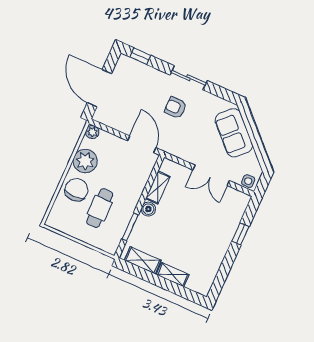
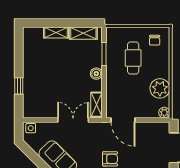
double door: (211, 175) -> (73, 120), moved
shelving: (158, 188) -> (96, 105), moved
chair: (76, 190) -> (155, 40), moved, width x0.54, depth x0.54

